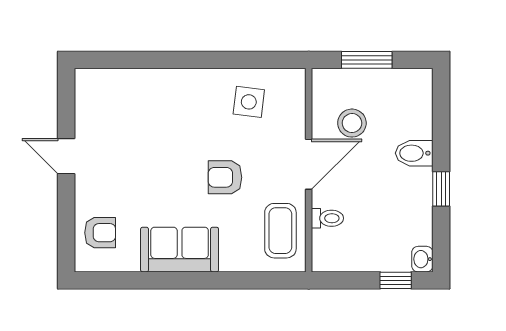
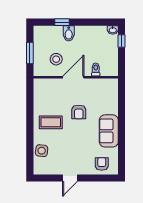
side table: (249, 102) -> (42, 151), moved
door: (309, 164) -> (73, 77), hinge flipped
window: (441, 189) -> (62, 22), moved
coffee table: (280, 231) -> (51, 122), moved

